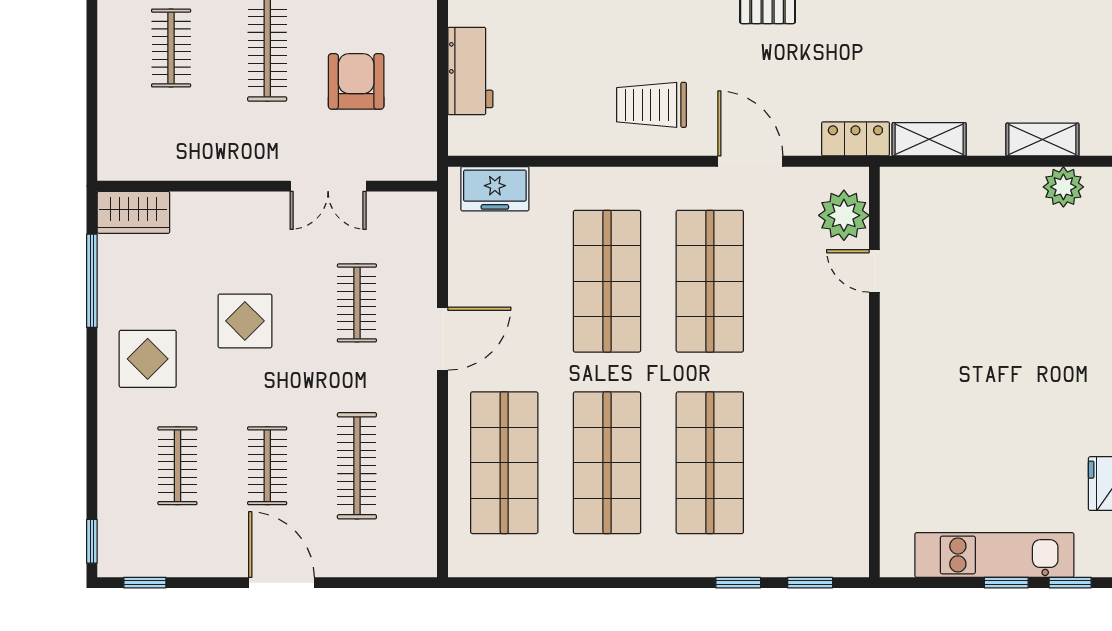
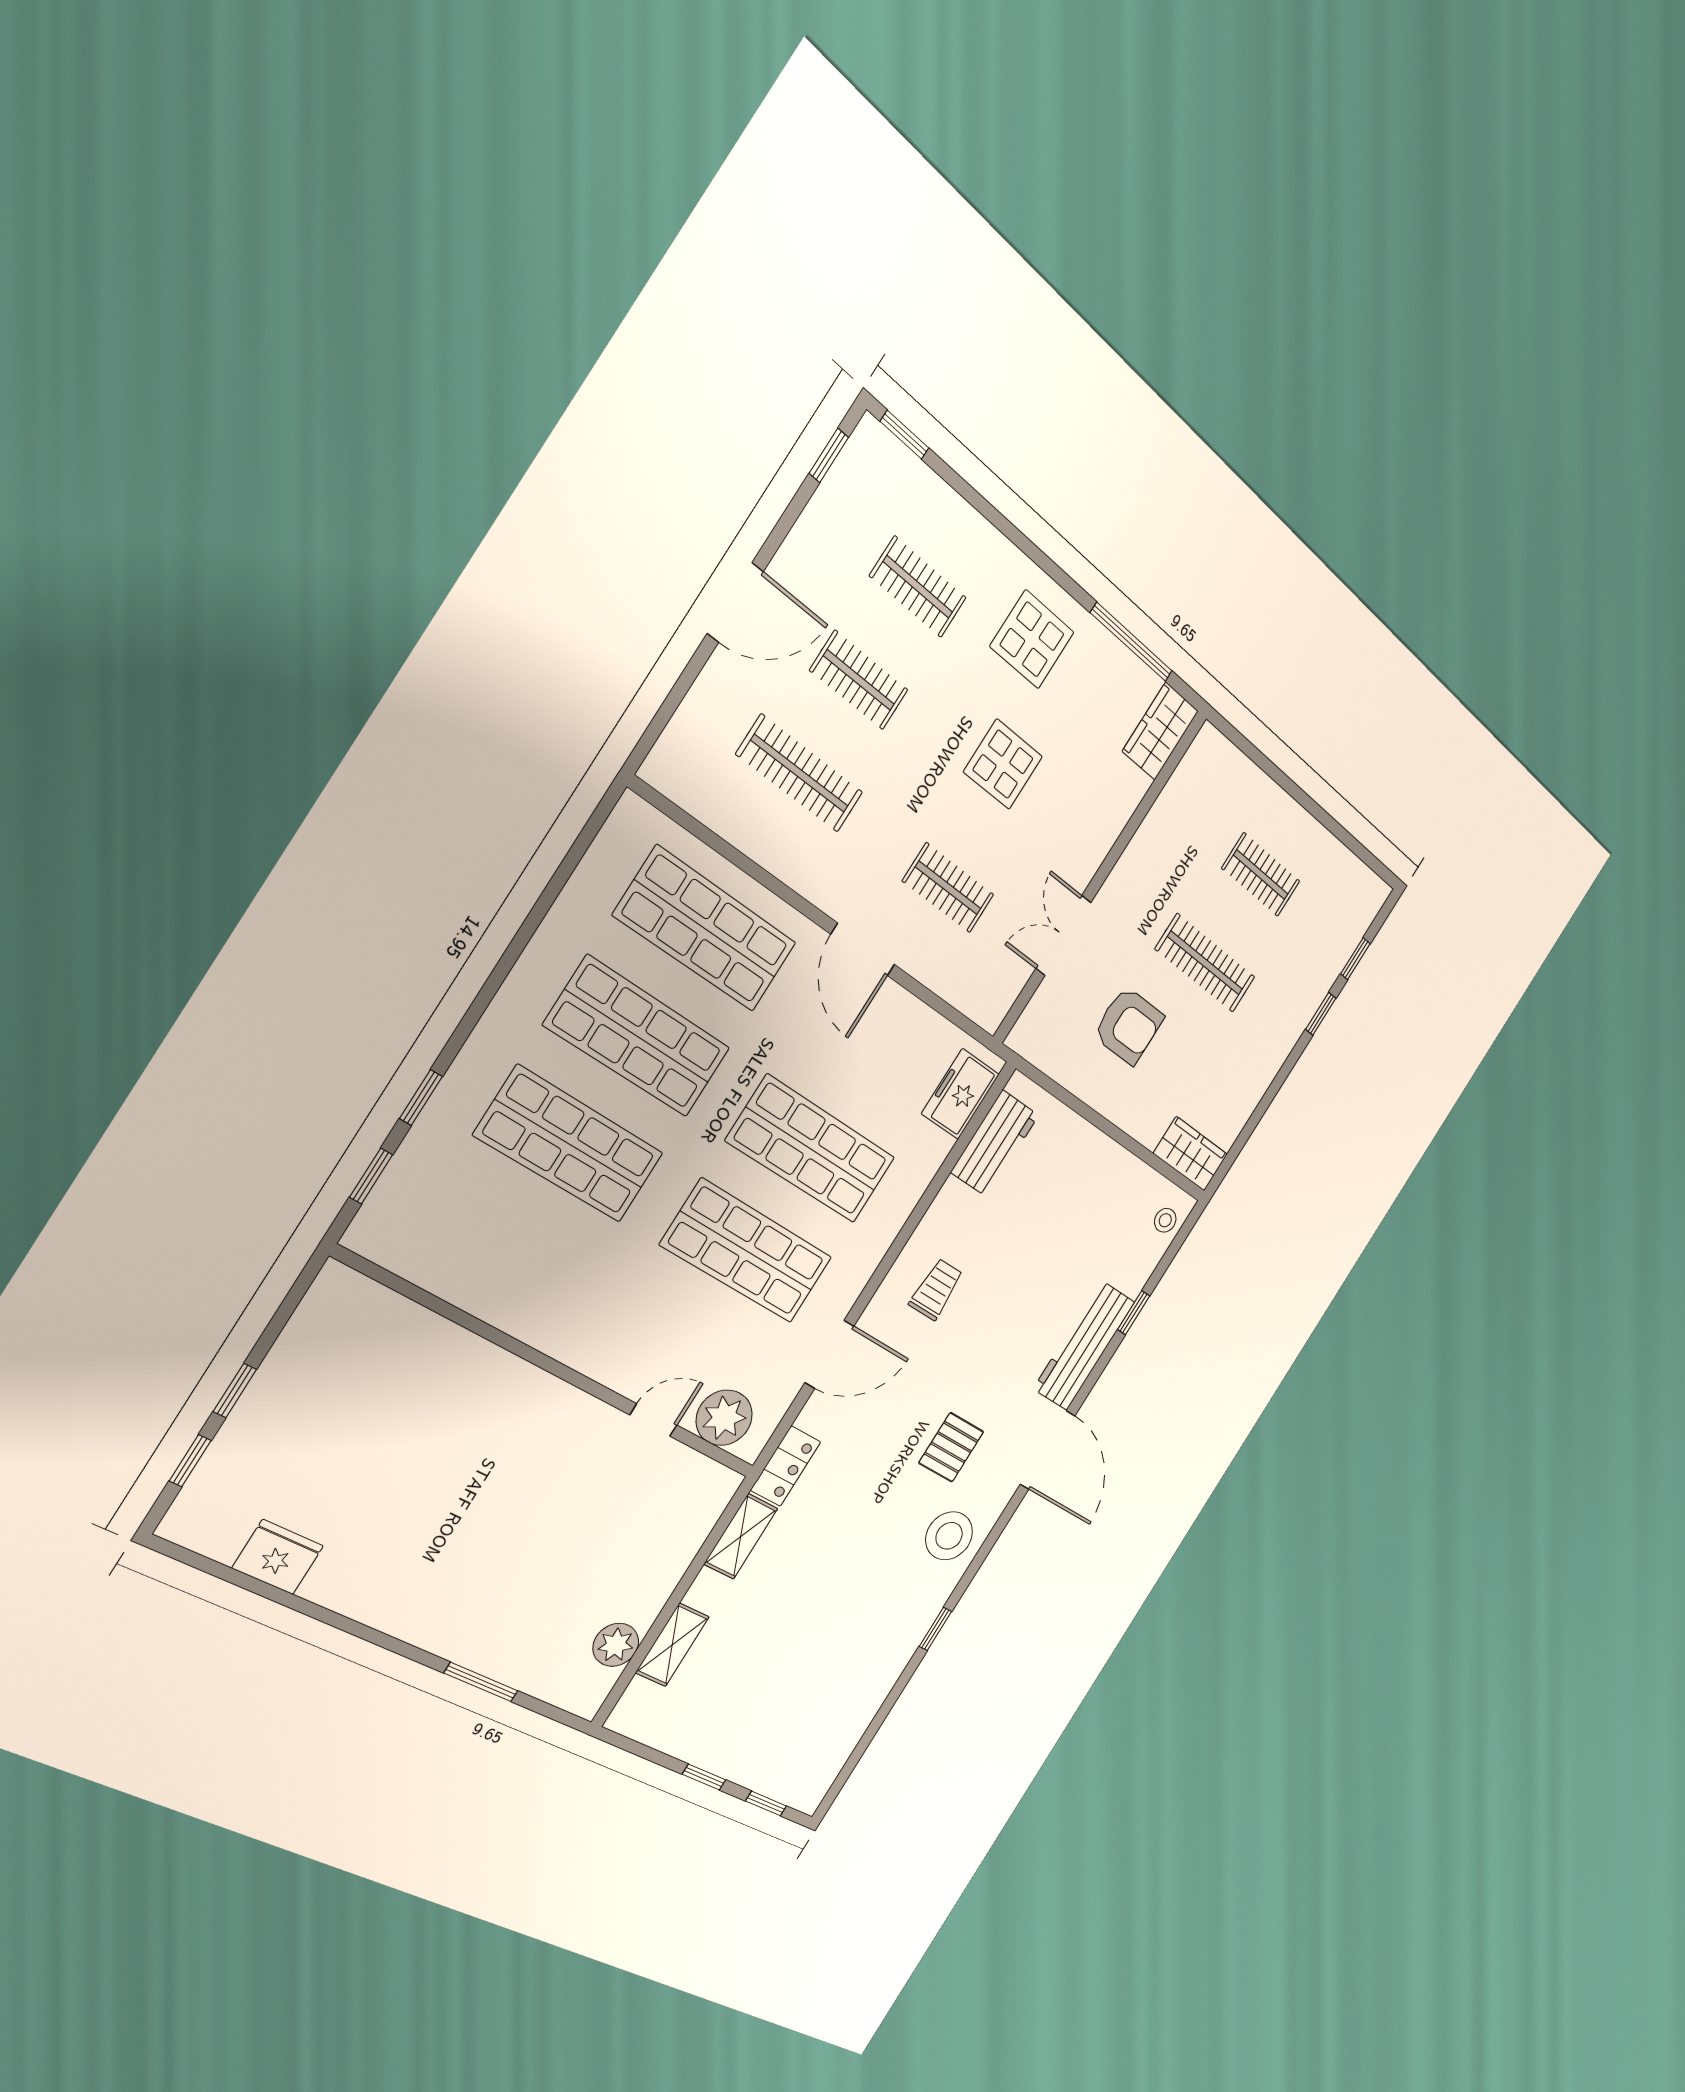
workbench: (470, 71) -> (995, 1144), moved, turned -90
trolley: (652, 105) -> (936, 1289), width x0.73, depth x0.72
kitchen unit: (994, 555) -> (276, 1393), removed

